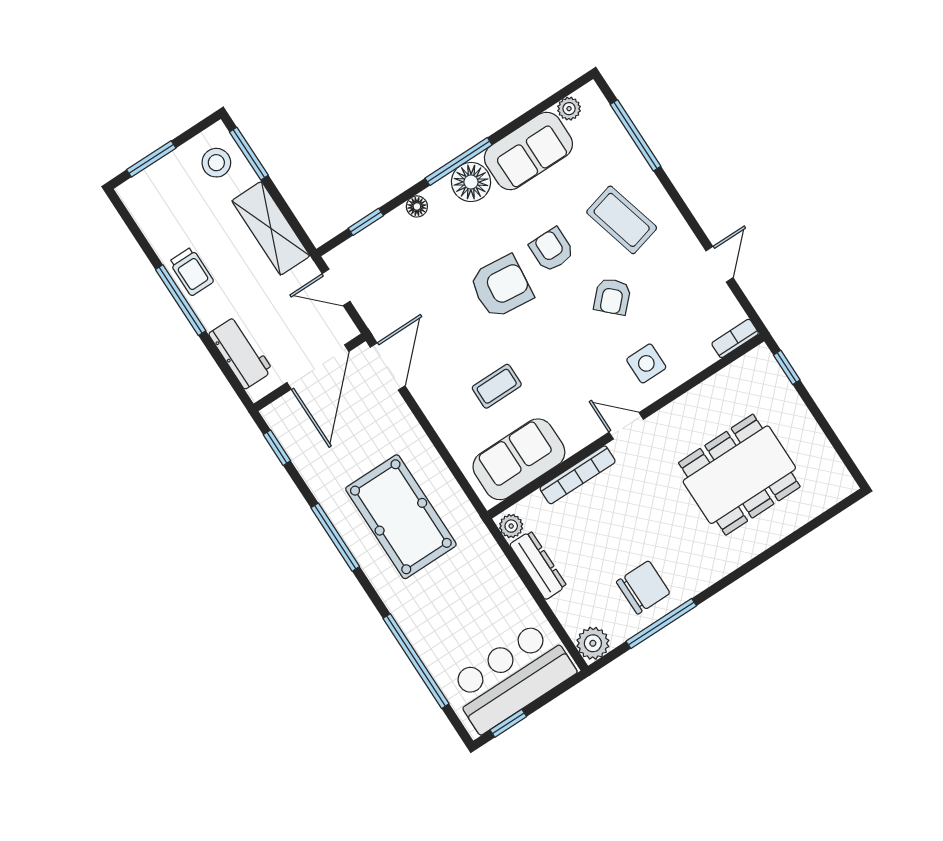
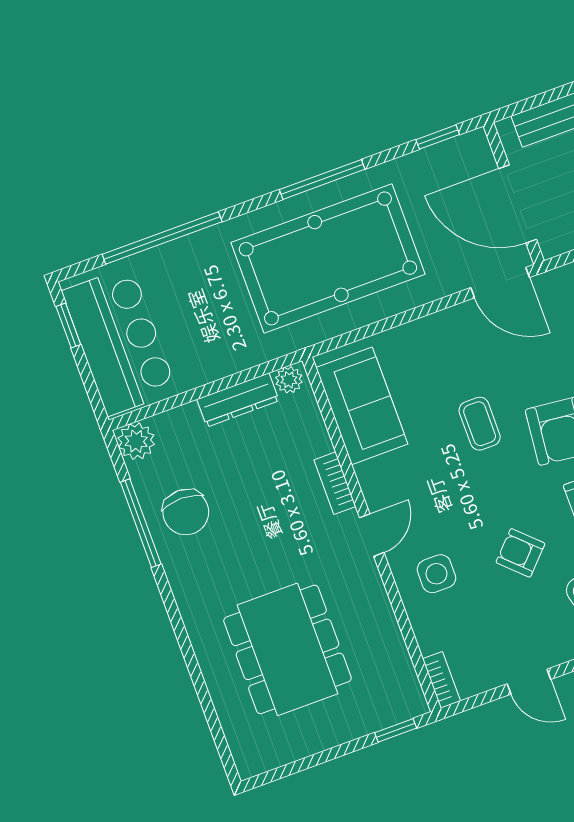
coffee table: (497, 386) -> (480, 424), moved
bookcase: (578, 475) -> (335, 483), width x0.64
pool table: (401, 517) -> (328, 258), width x1.36, depth x1.32

